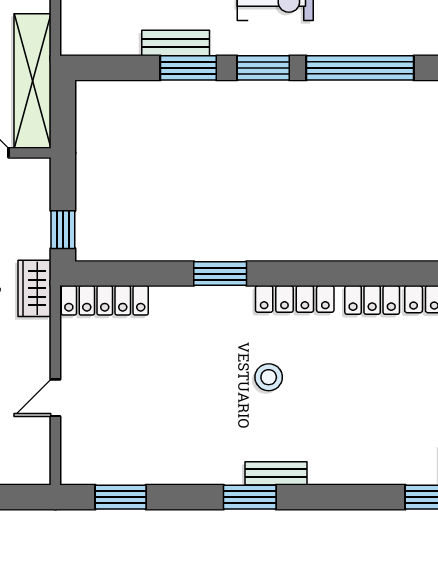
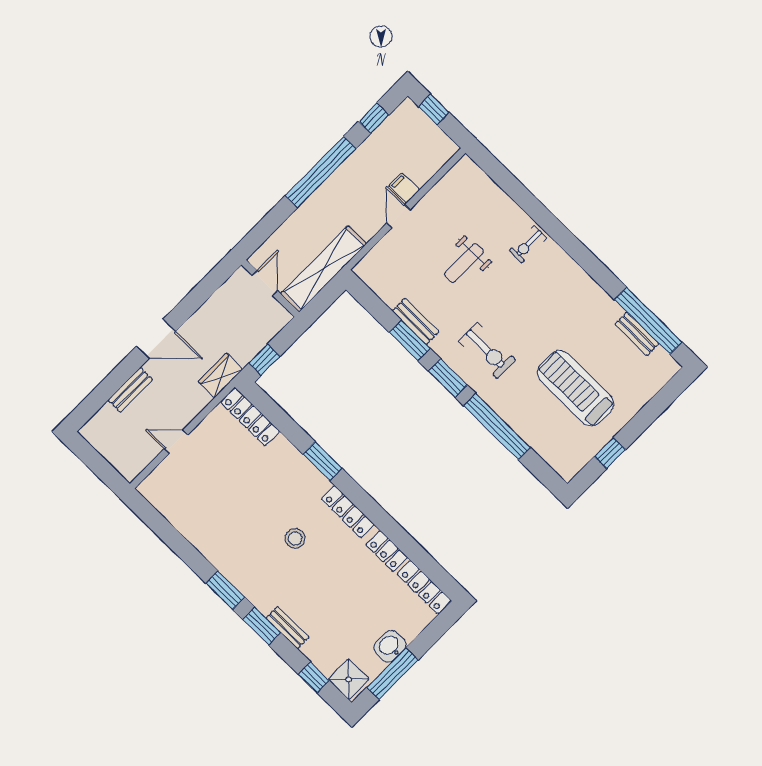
bench: (276, 473) -> (287, 628), moved
window: (121, 497) -> (262, 626), moved

